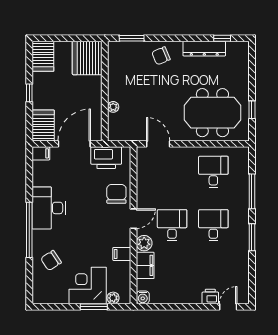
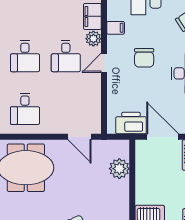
plant: (113, 107) -> (119, 169), width x1.88, depth x1.88
door: (74, 144) -> (163, 137), swing flipped
chair: (116, 194) -> (144, 58), moved

